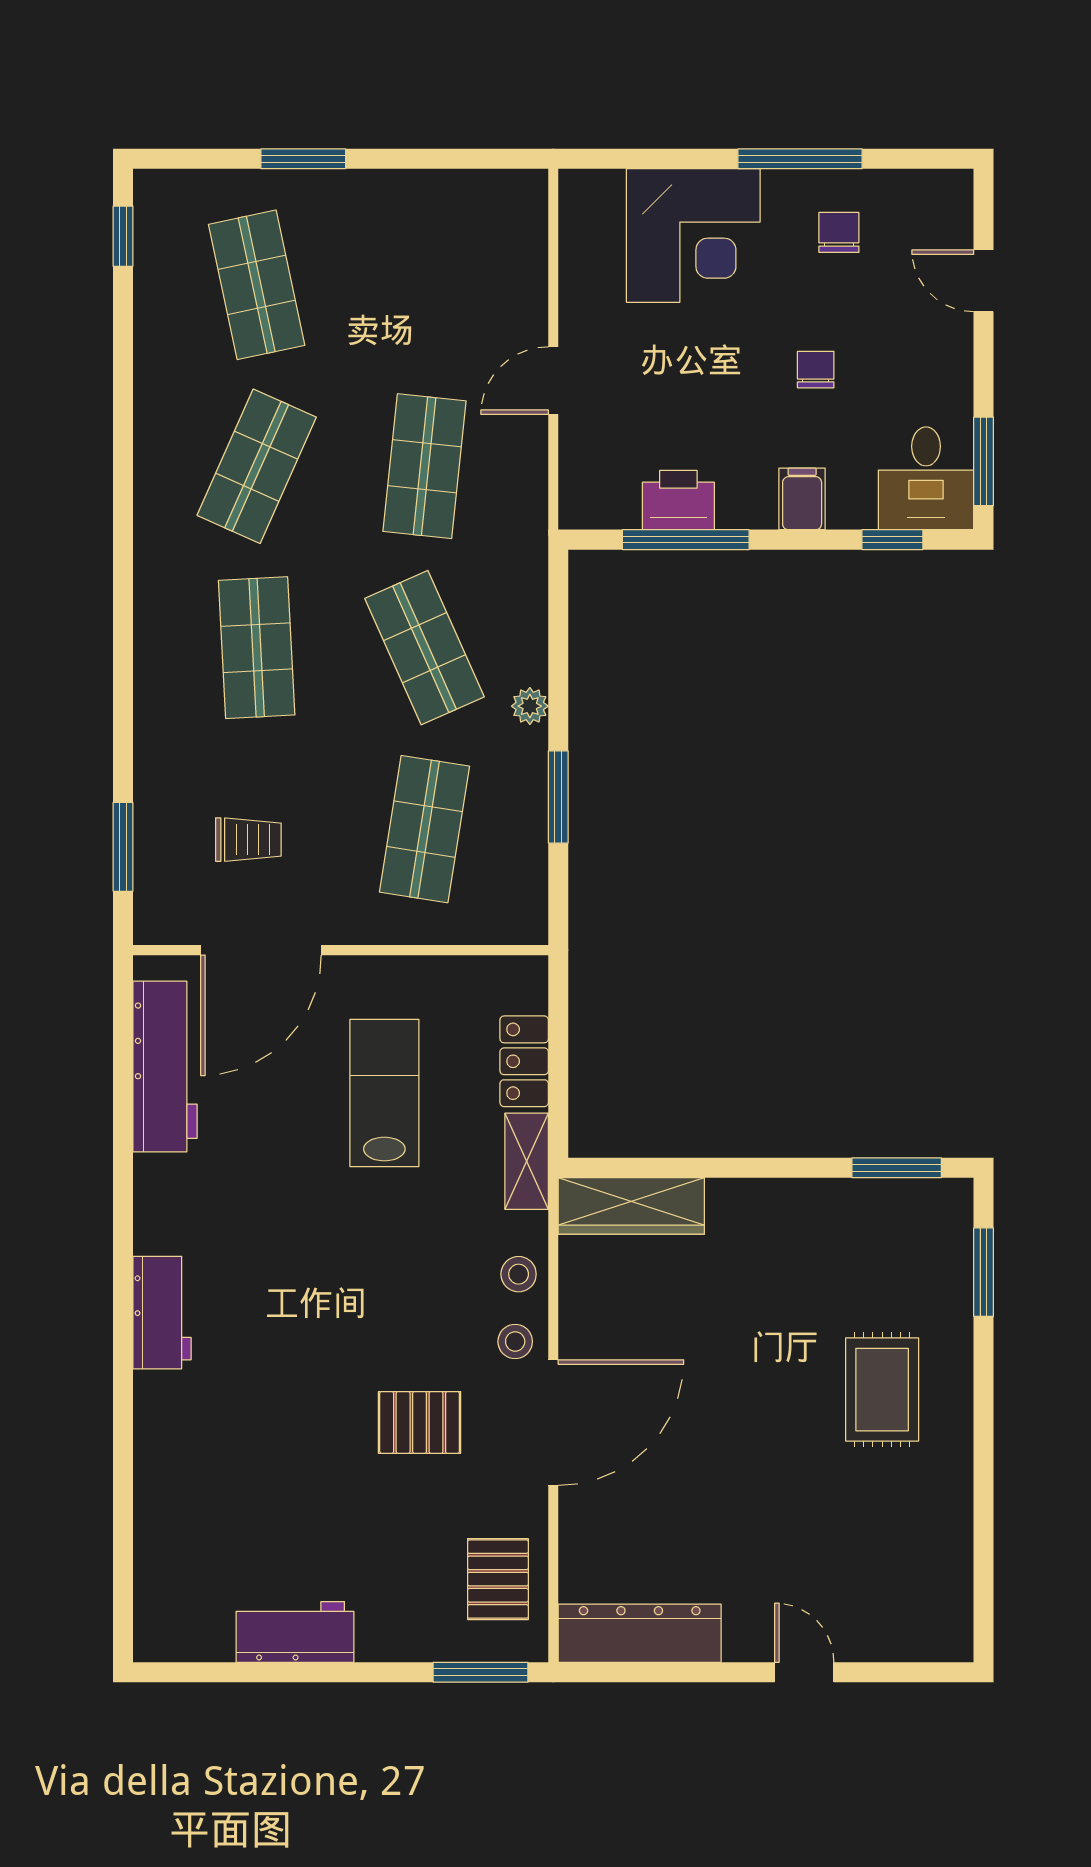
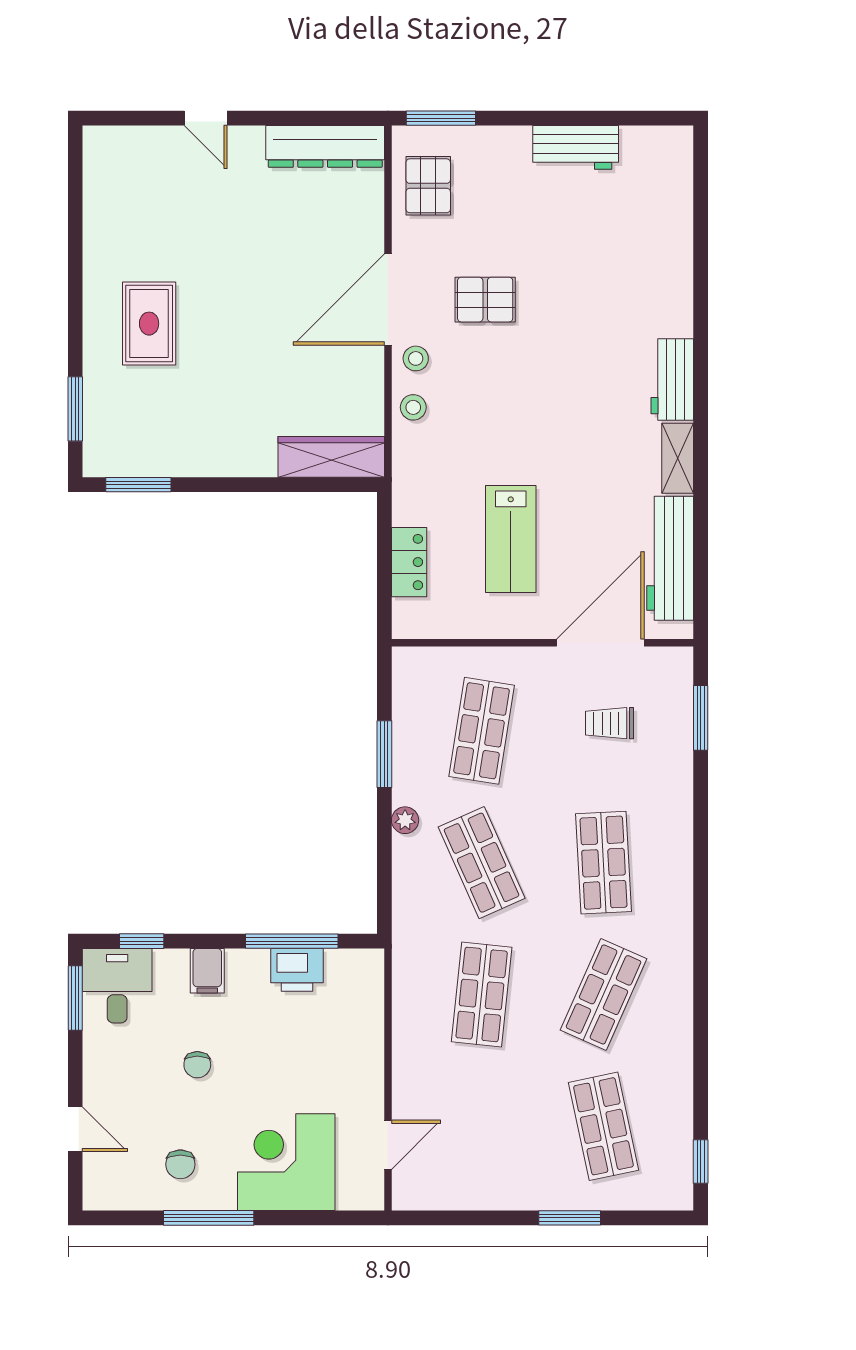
door: (553, 381) -> (388, 1145), moved
shelving: (527, 1161) -> (678, 458), moved

